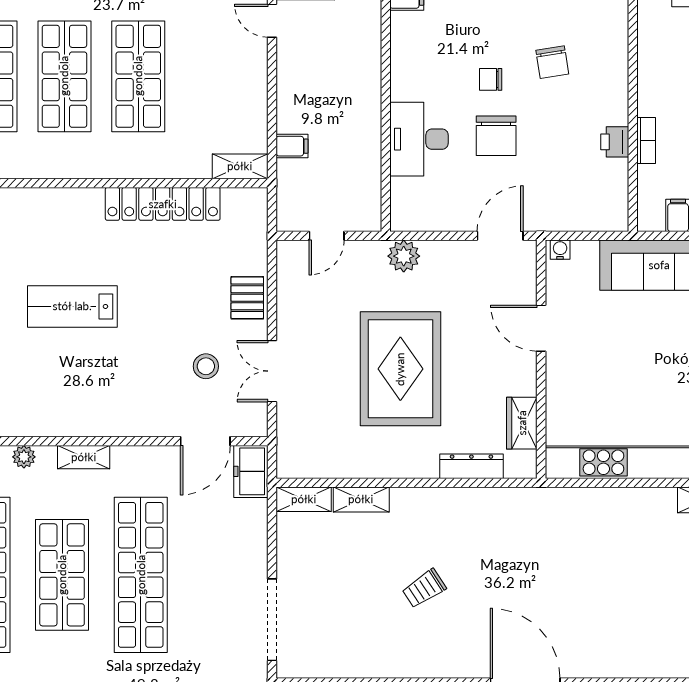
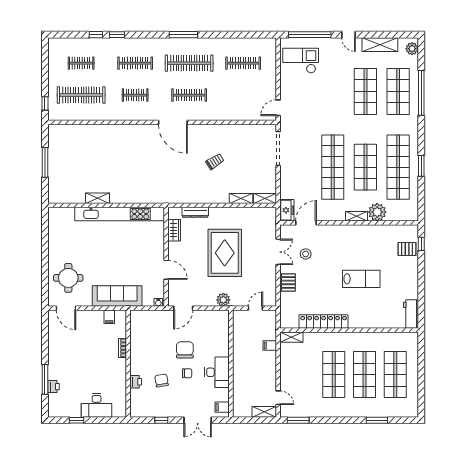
desk: (419, 139) -> (217, 372), moved
printer: (615, 142) -> (136, 382), moved
plant: (24, 457) -> (377, 212), width x1.87, depth x1.87

